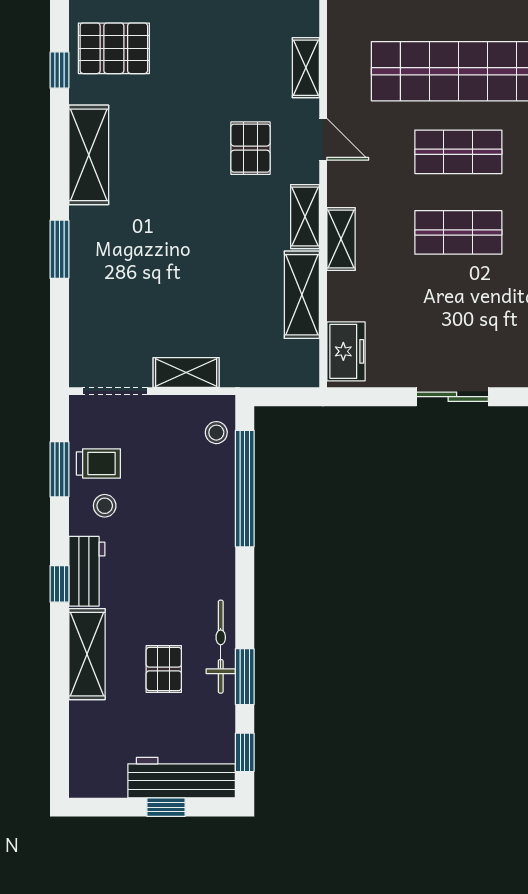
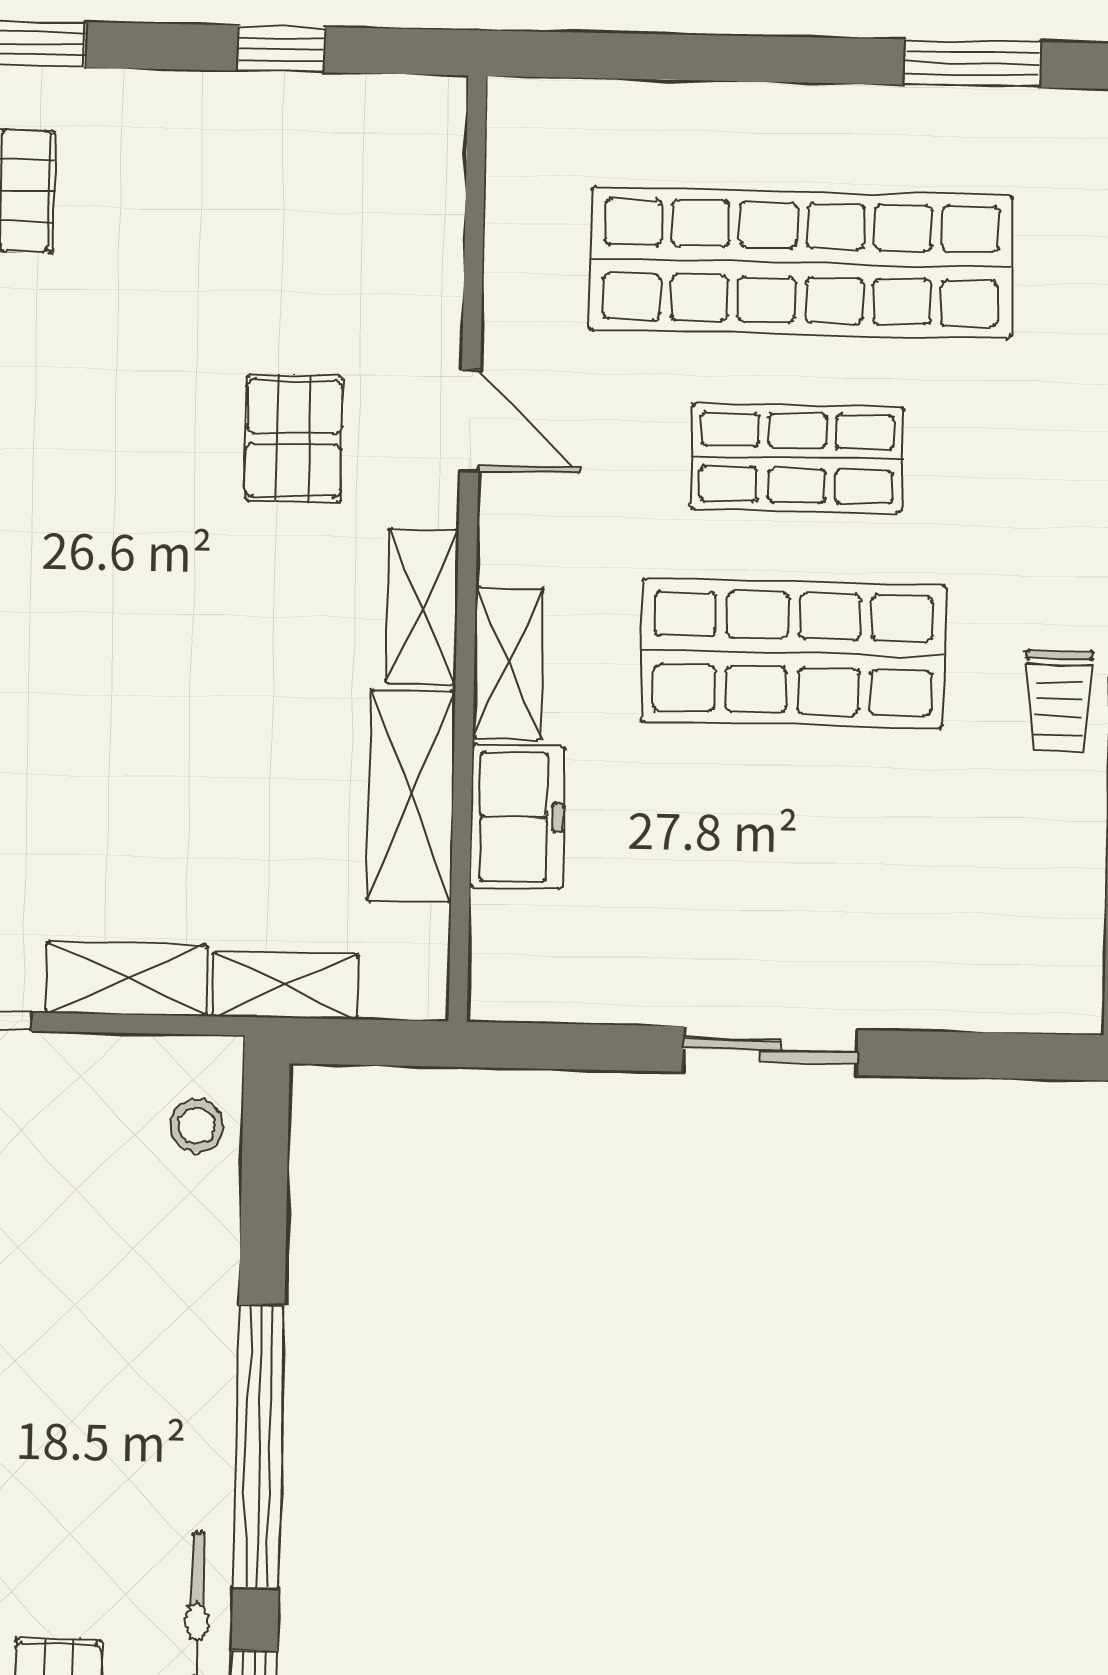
shelving: (306, 68) -> (285, 985), moved, turned 90
shop shelf: (458, 232) -> (793, 653), width x1.43, depth x1.36
freezer: (346, 351) -> (517, 817), moved
window: (245, 489) -> (259, 1446), moved

